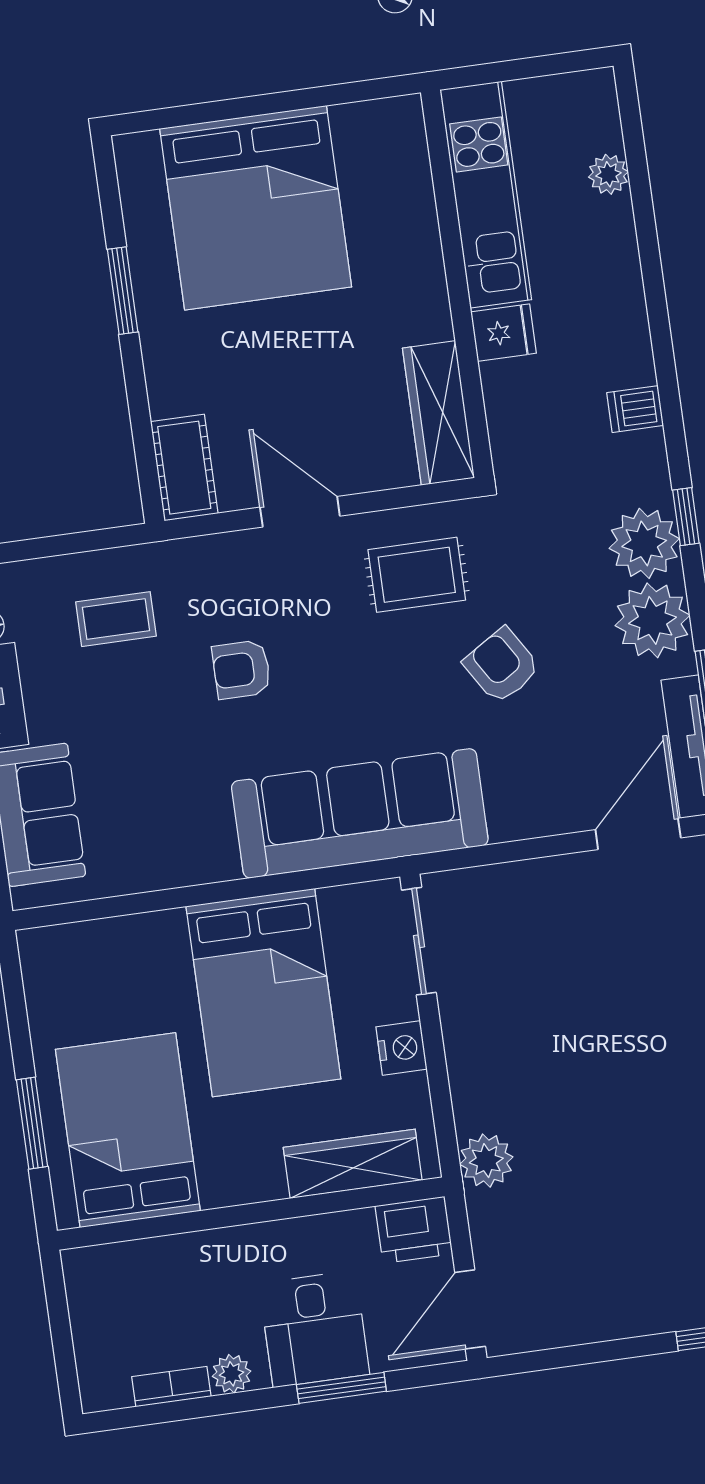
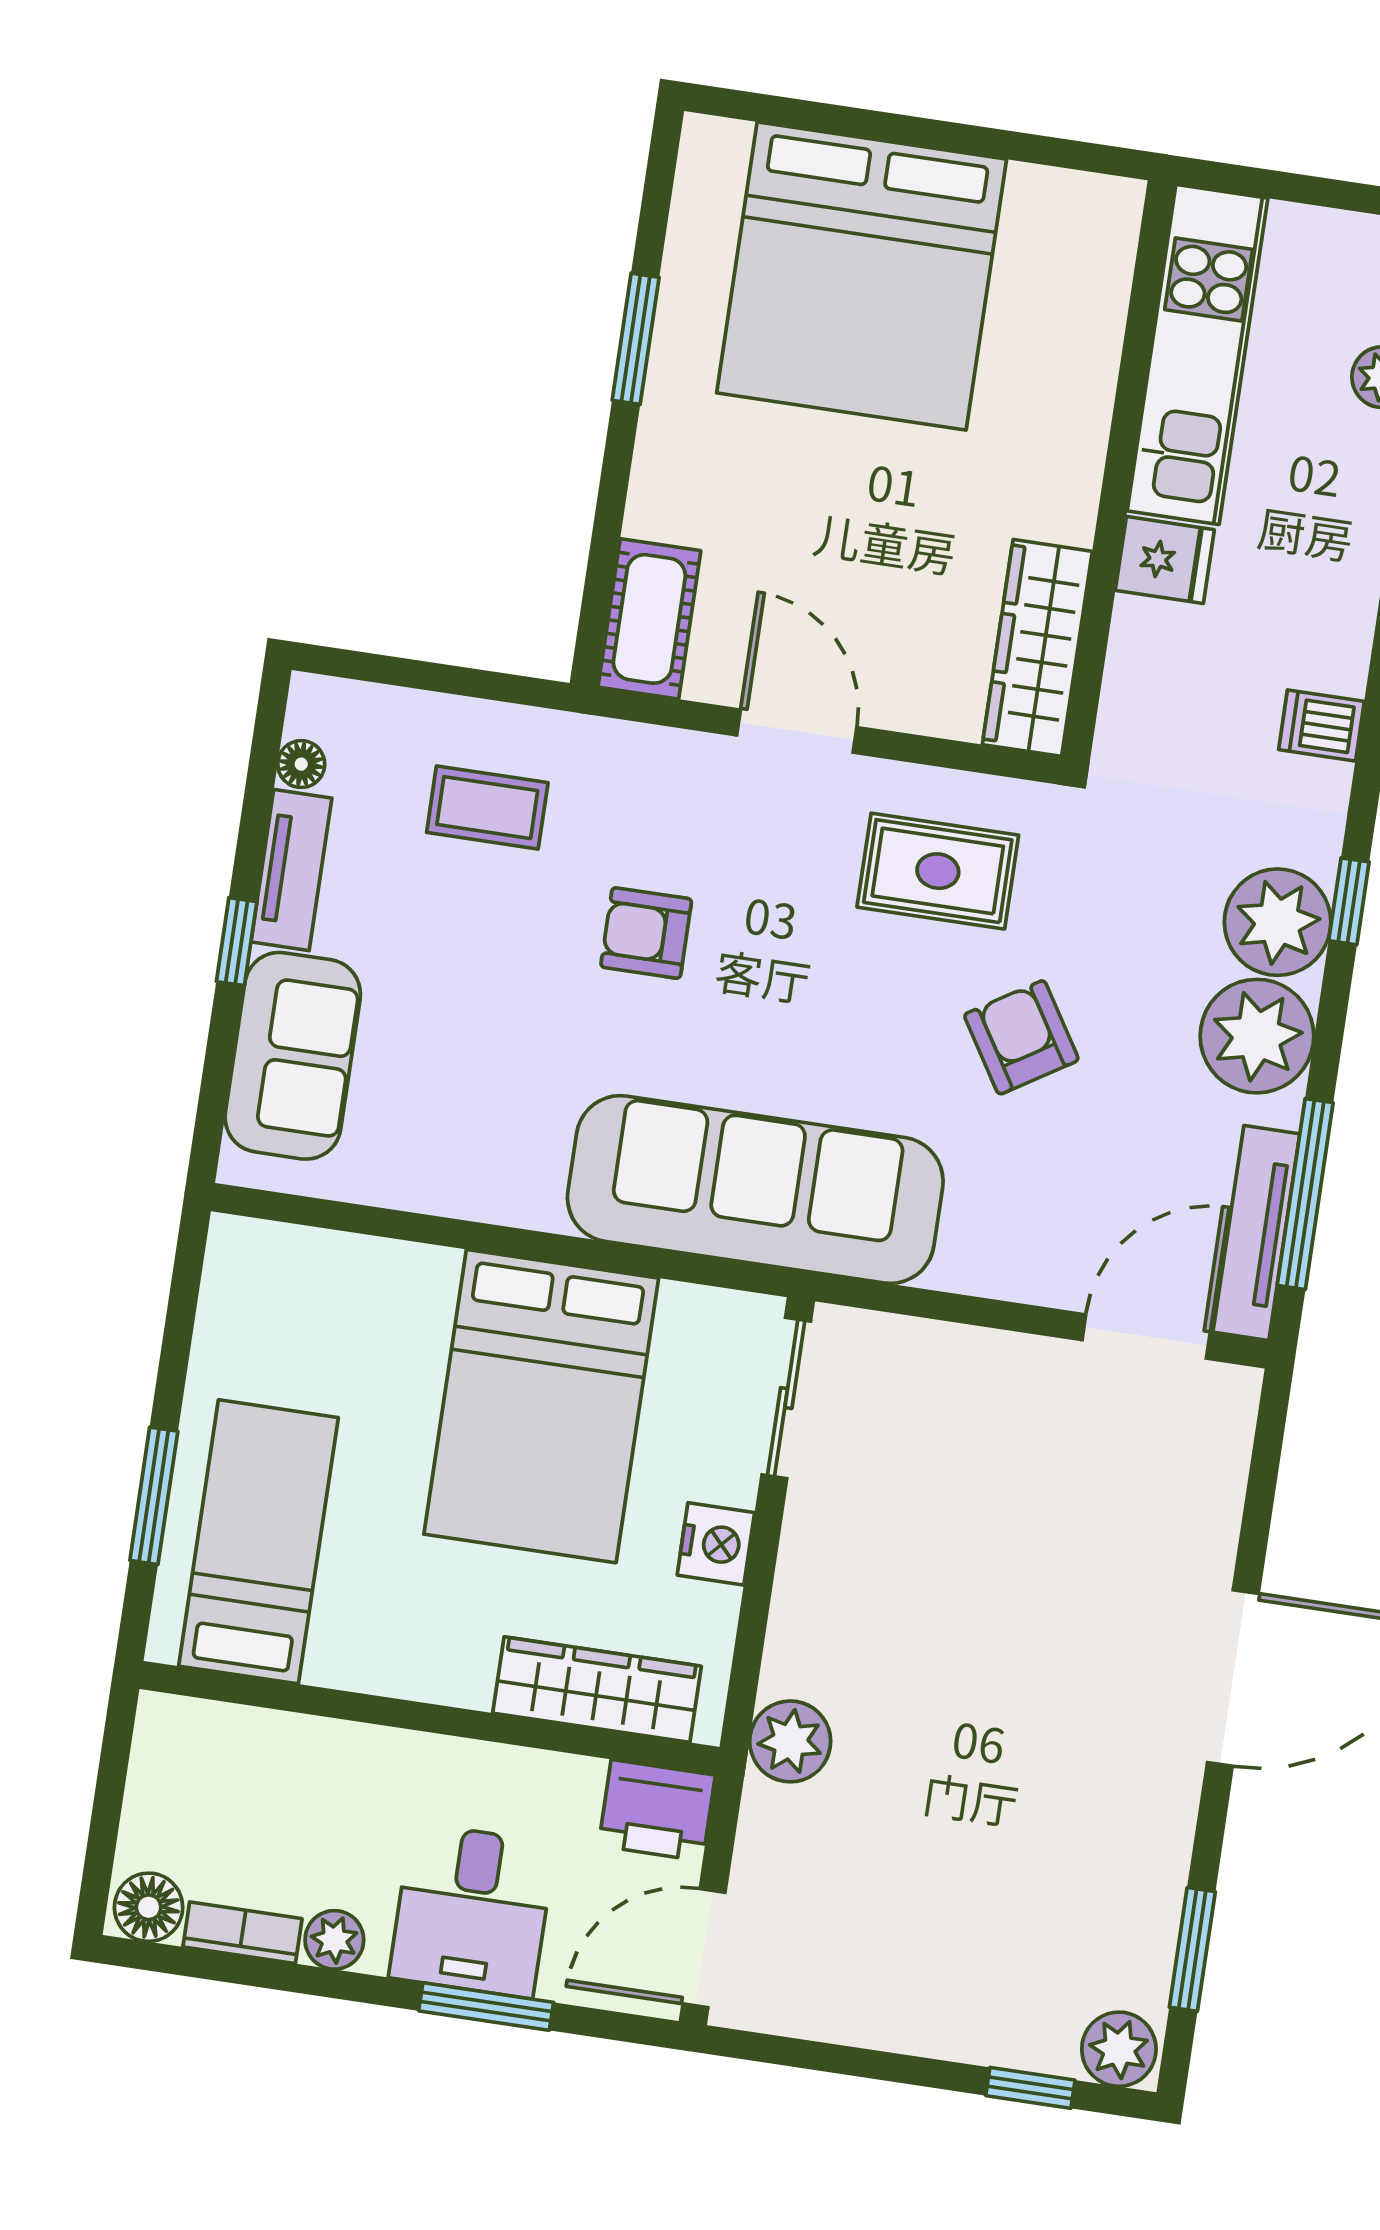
bed: (128, 1130) -> (258, 1542), width x0.67
floor lamp: (106, 1388) -> (149, 1907), added

